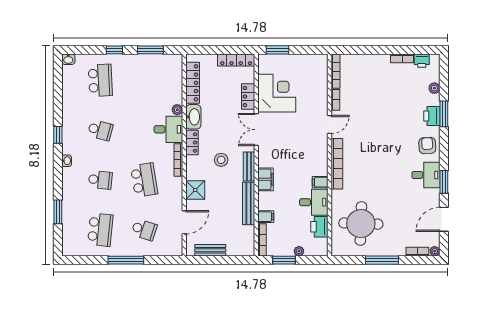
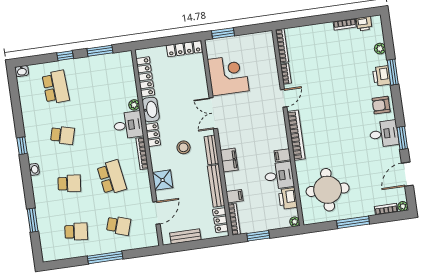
locker: (248, 97) -> (221, 220), moved
armchair: (427, 146) -> (381, 105), turned -86
school desk: (100, 230) -> (76, 232), width x0.54
plant: (299, 251) -> (295, 222), moved

